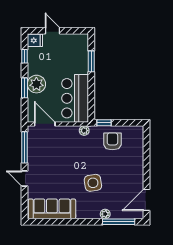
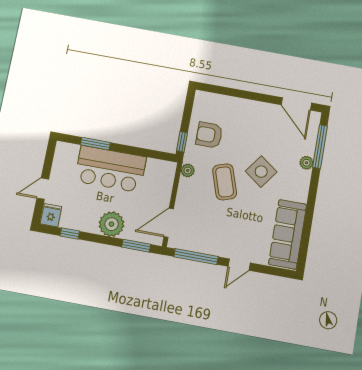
window: (25, 88) -> (136, 246), moved
bar counter: (75, 98) -> (110, 169), moved
coffee table: (81, 158) -> (225, 182), added
side table: (93, 183) -> (261, 172), turned 45

